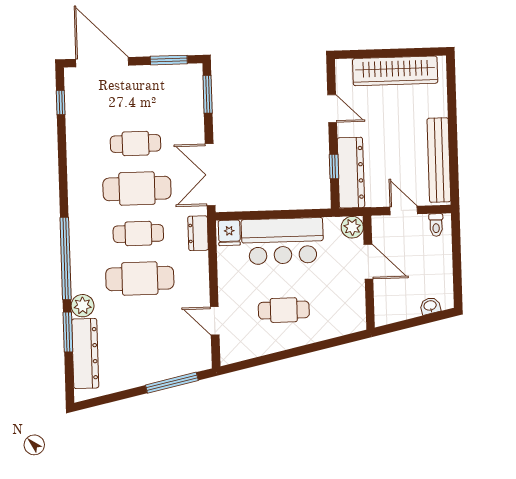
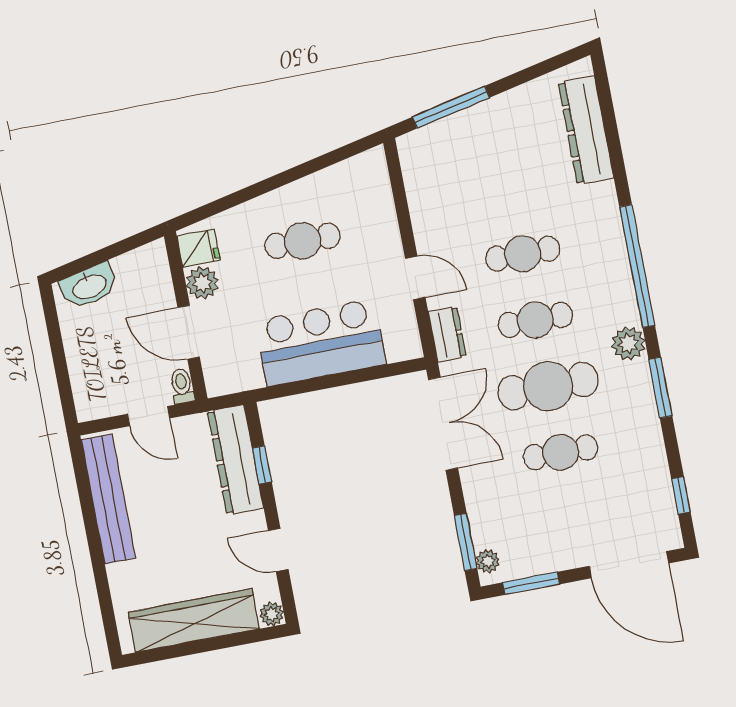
plant: (343, 67) -> (272, 614), added
plant: (195, 79) -> (488, 561), added
toilet: (436, 225) -> (182, 386), moved
plant: (352, 227) -> (202, 283), moved
fridge: (229, 233) -> (198, 248), moved, turned 90
cafe table: (140, 279) -> (523, 254), width x0.73, depth x0.74
plant: (83, 306) -> (628, 344), moved
washbasin: (430, 306) -> (89, 286), width x1.91, depth x1.45
door: (215, 321) -> (415, 278), moved
window: (68, 332) -> (660, 388), moved

